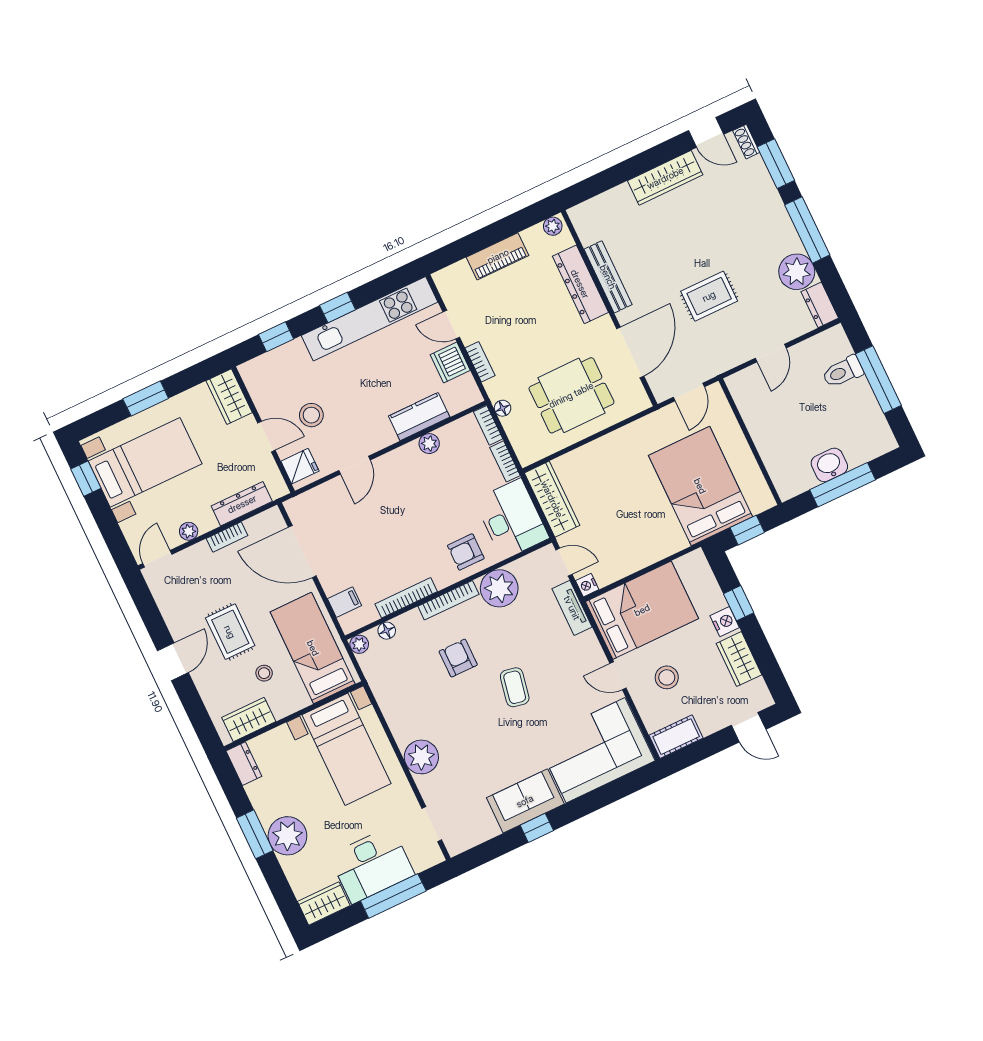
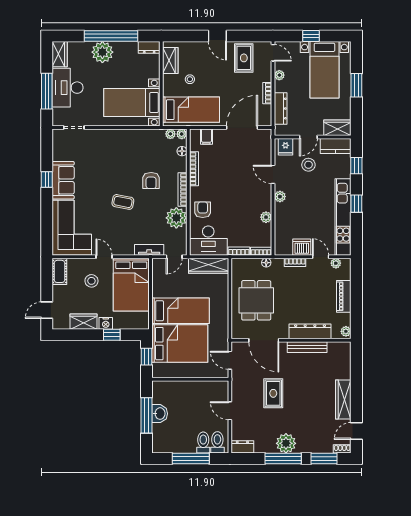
plant: (797, 272) -> (286, 443), moved
plant: (450, 295) -> (336, 263), added
door: (451, 325) -> (321, 257), hinge flipped
toilet: (832, 349) -> (217, 442), added
kitchen counter: (419, 417) -> (336, 146), moved, turned 90
plant: (385, 437) -> (280, 197), added
window: (86, 479) -> (311, 36), moved
bed: (647, 510) -> (180, 311), added
nightstand: (587, 585) -> (157, 263), removed
rug: (230, 632) -> (244, 58), moved, turned 90
armchair: (458, 658) -> (151, 181), turned 90
door: (618, 676) -> (104, 257), hinge flipped
plant: (421, 757) -> (170, 134), moved, width x0.53, depth x0.53
window: (255, 834) -> (111, 36), width x2.11

